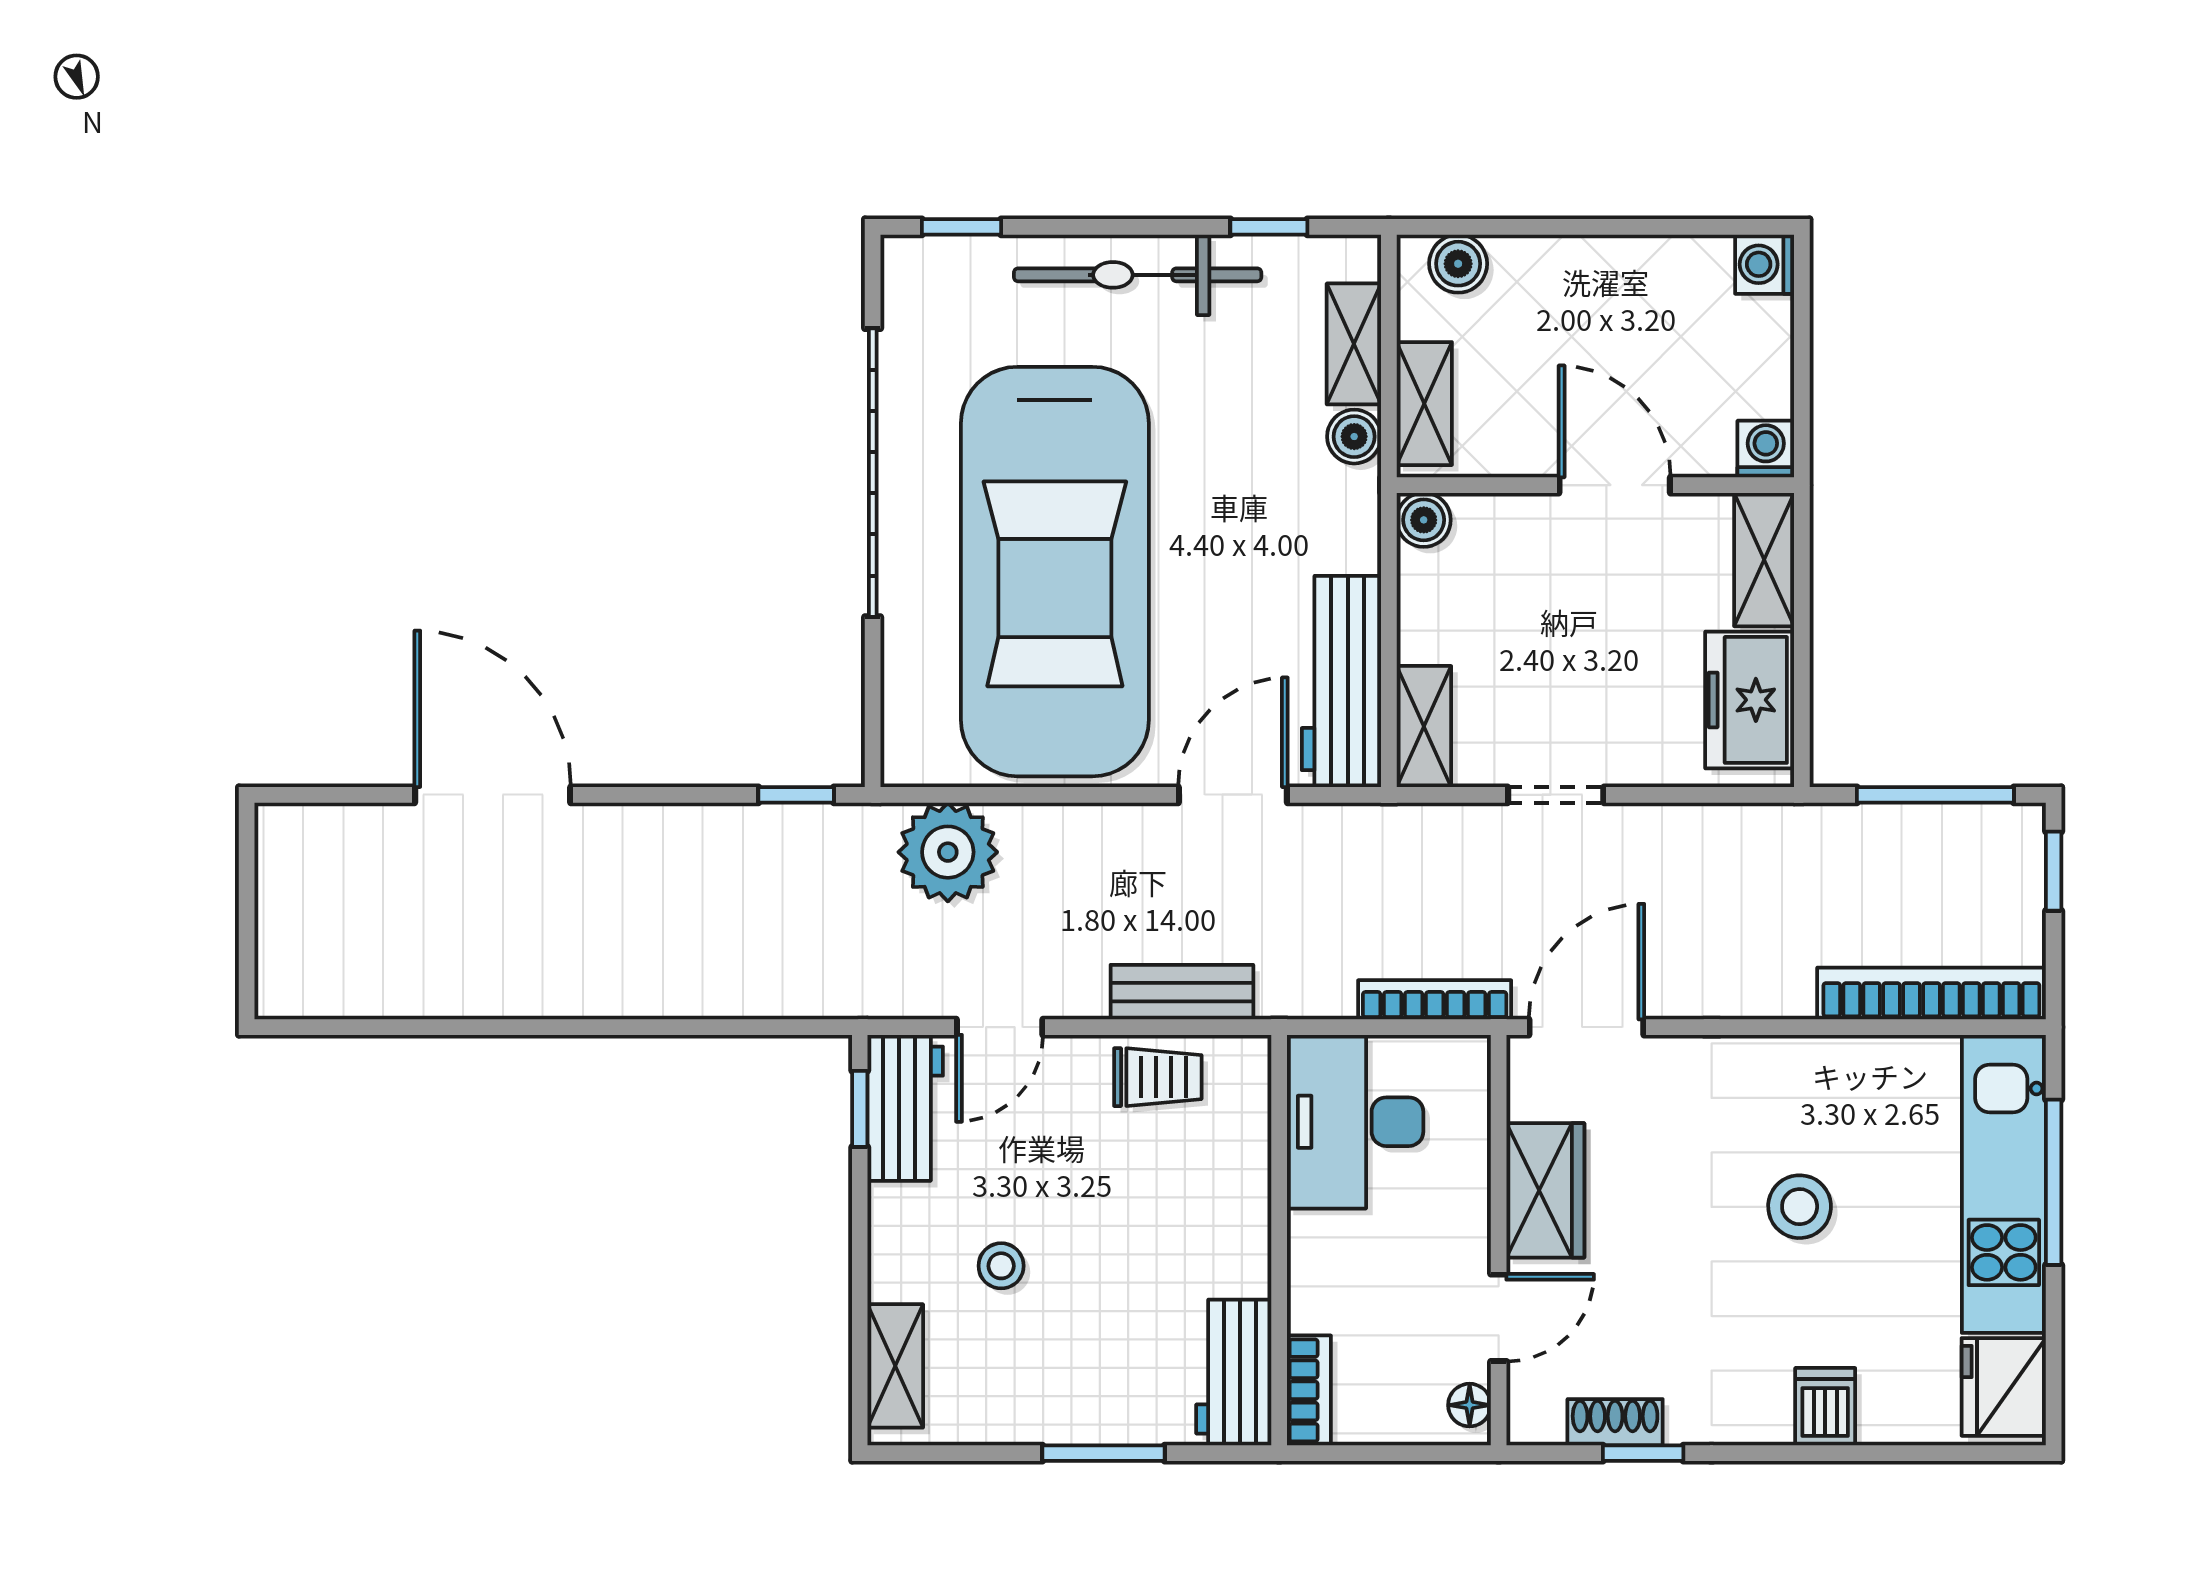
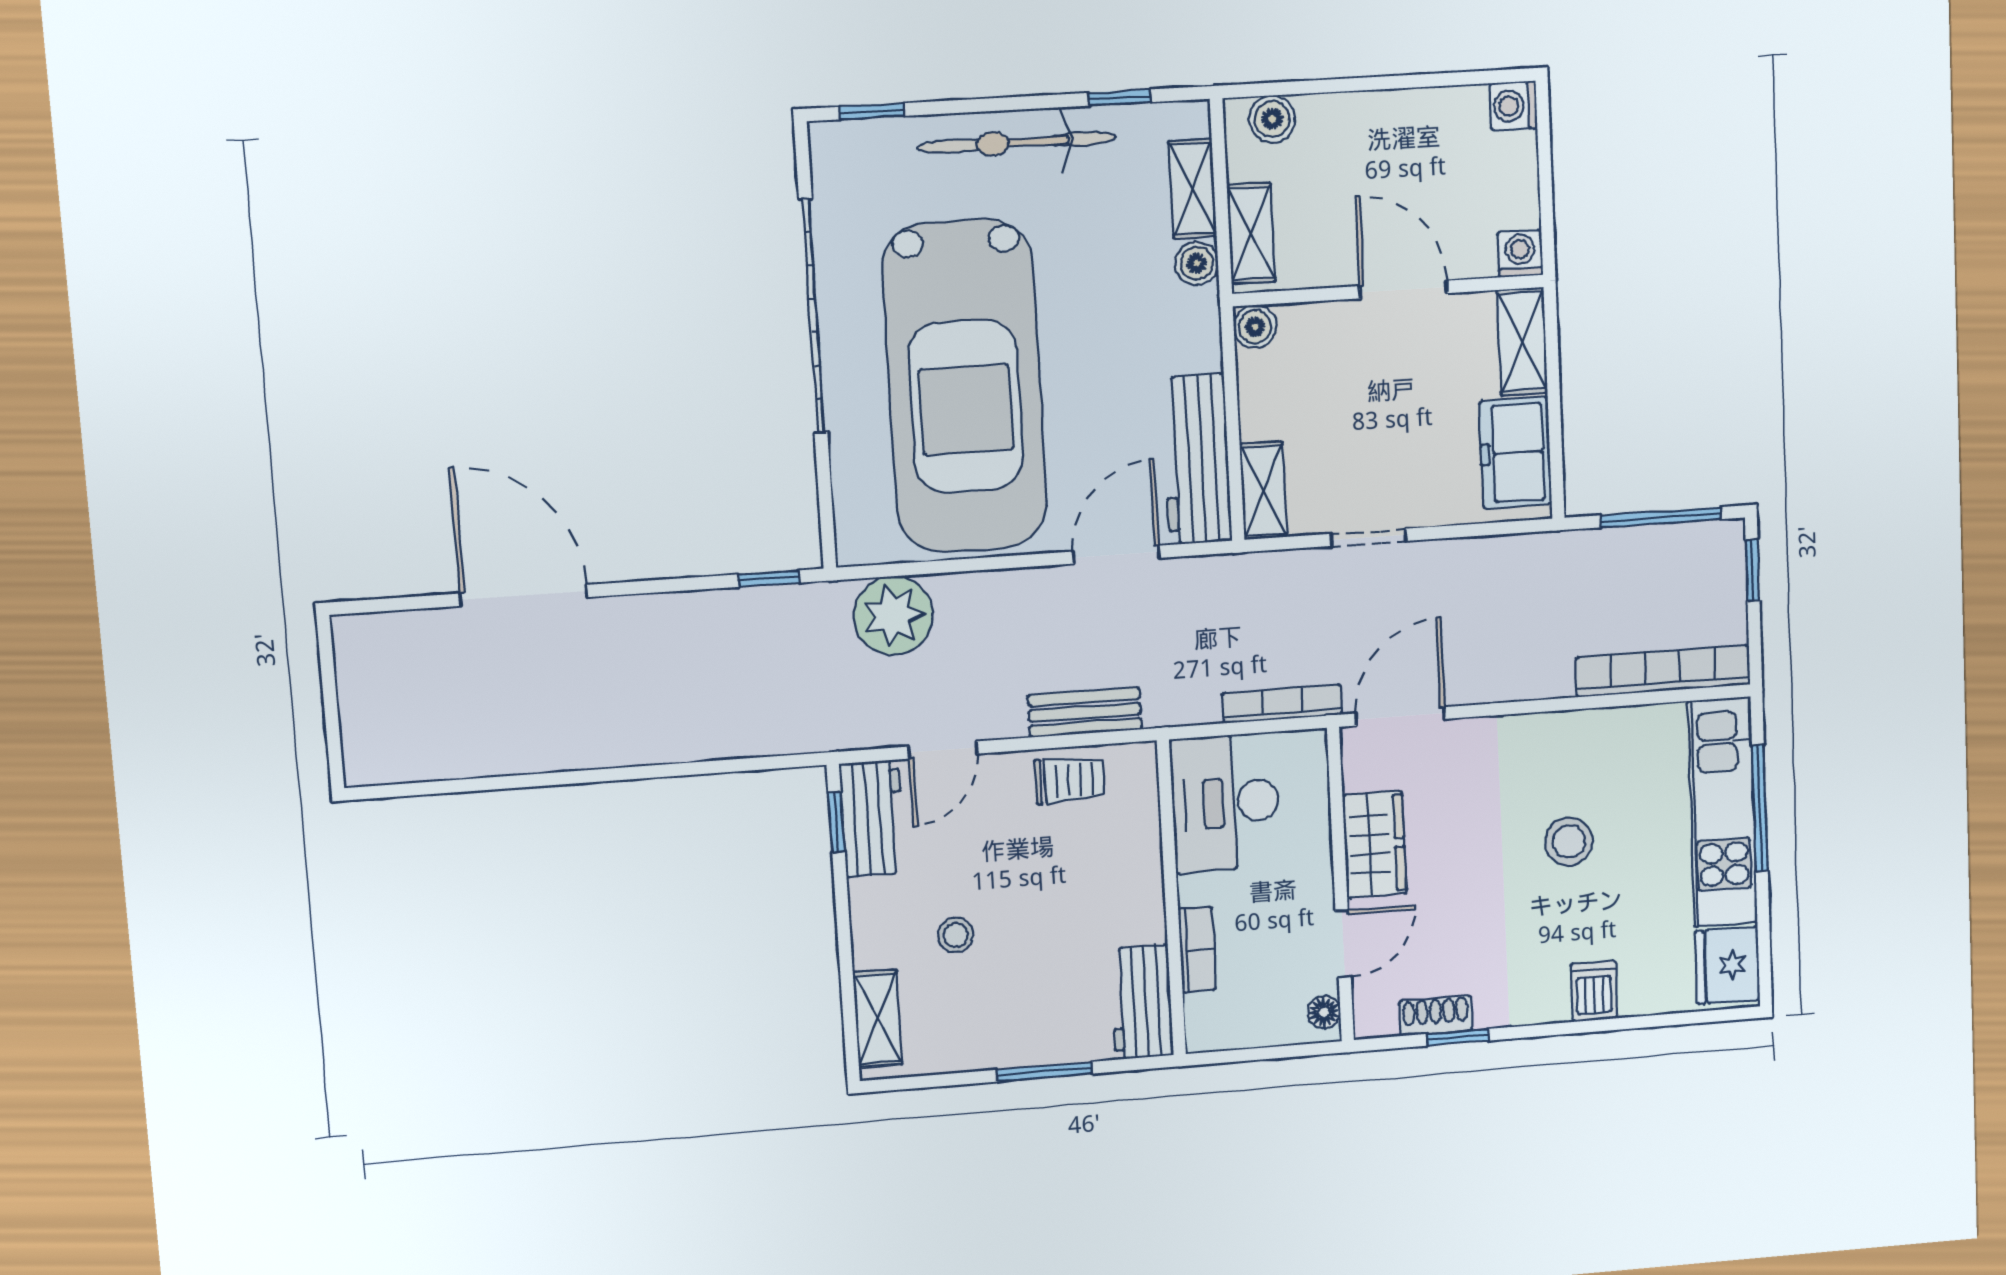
bookcase: (1309, 1390) -> (1197, 950), moved

